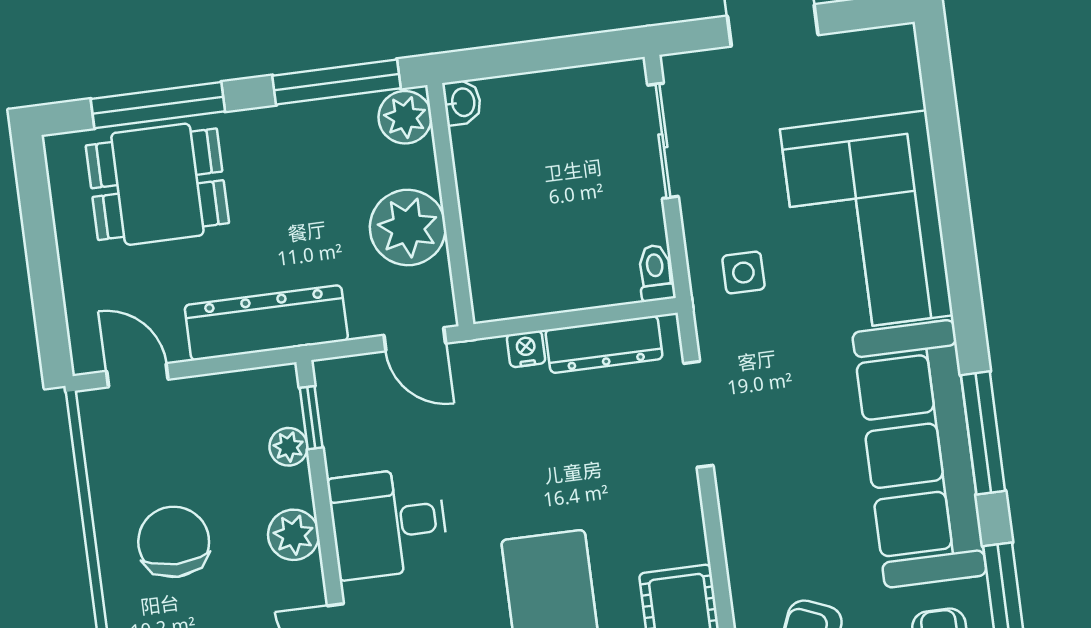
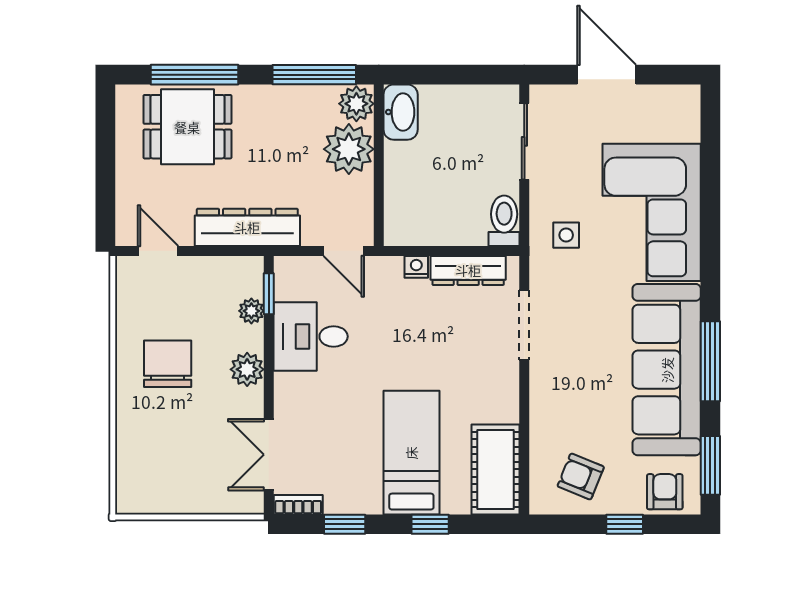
washbasin: (462, 102) -> (401, 112), width x1.91, depth x1.45
plant: (408, 227) -> (349, 149), moved
toilet: (656, 273) -> (504, 221), width x1.37, depth x1.39
desk: (388, 523) -> (311, 336), moved

